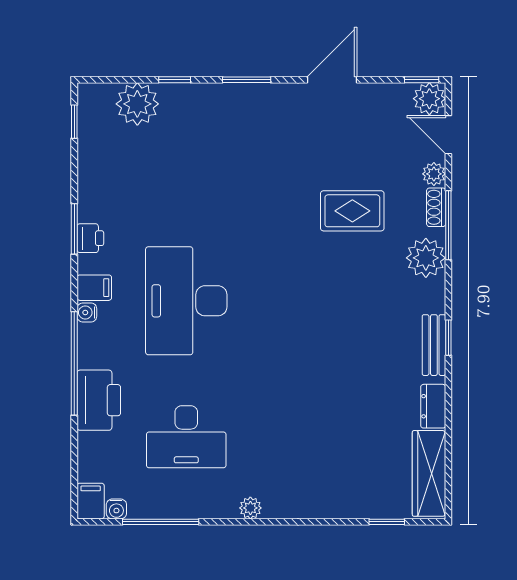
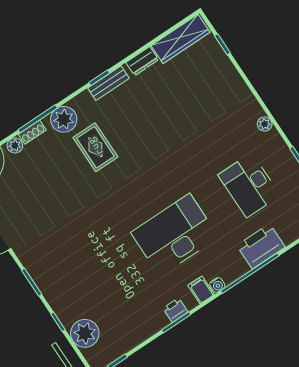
rug: (352, 211) -> (95, 147), moved
desk: (186, 301) -> (175, 235), turned 180
desk: (186, 437) -> (249, 185), turned 180

